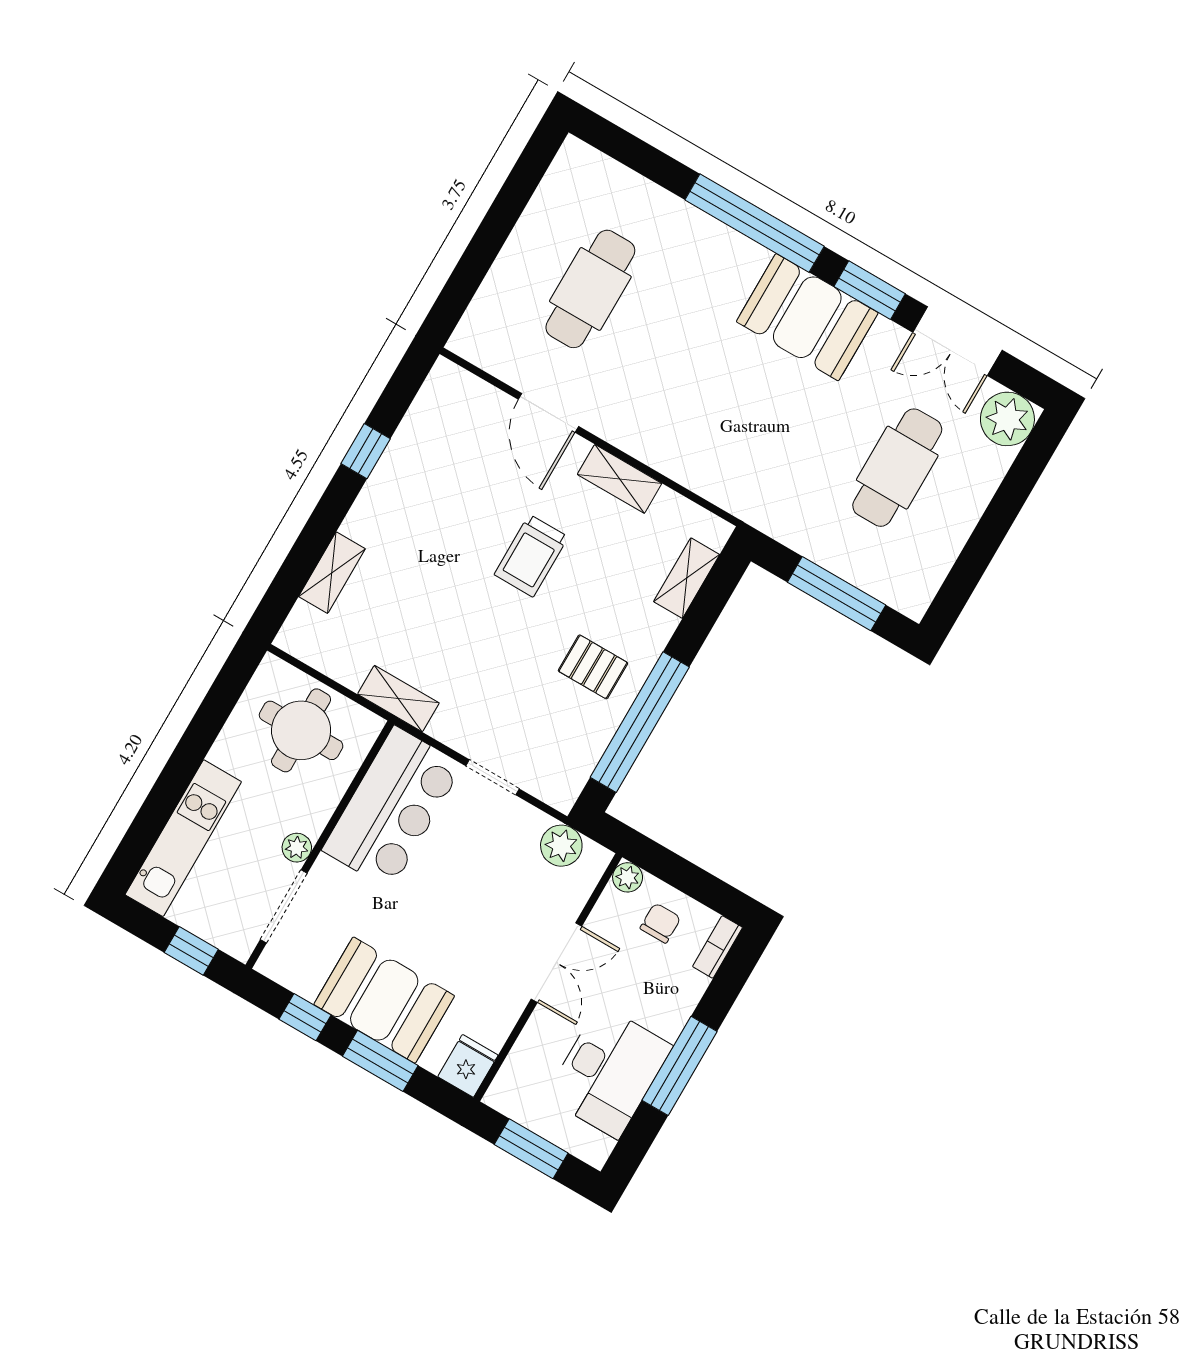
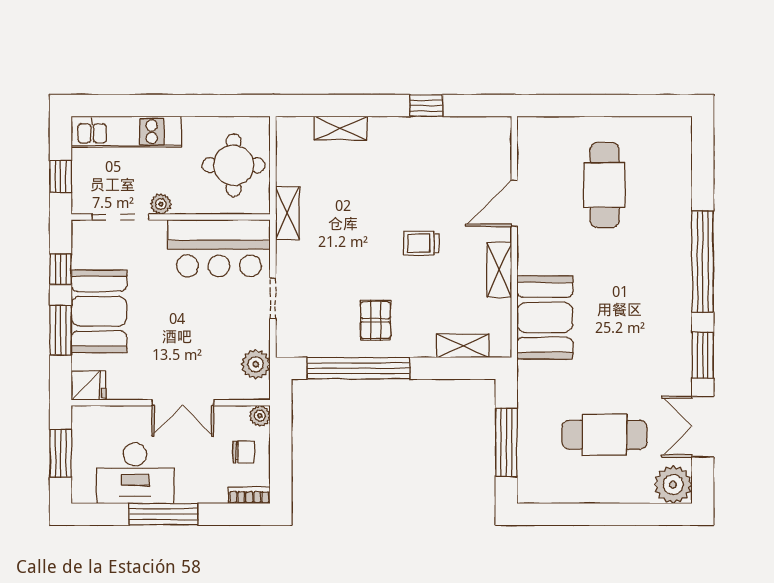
cafe table: (590, 289) -> (605, 185), turned 90
booth: (807, 317) -> (545, 317), moved
trolley: (531, 556) -> (421, 243), width x0.73, depth x0.72

